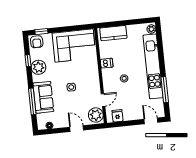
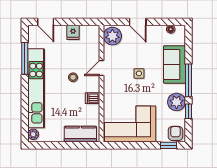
door: (103, 100) -> (102, 68), moved
window: (32, 101) -> (189, 80), moved
fridge: (117, 116) -> (73, 32), moved

